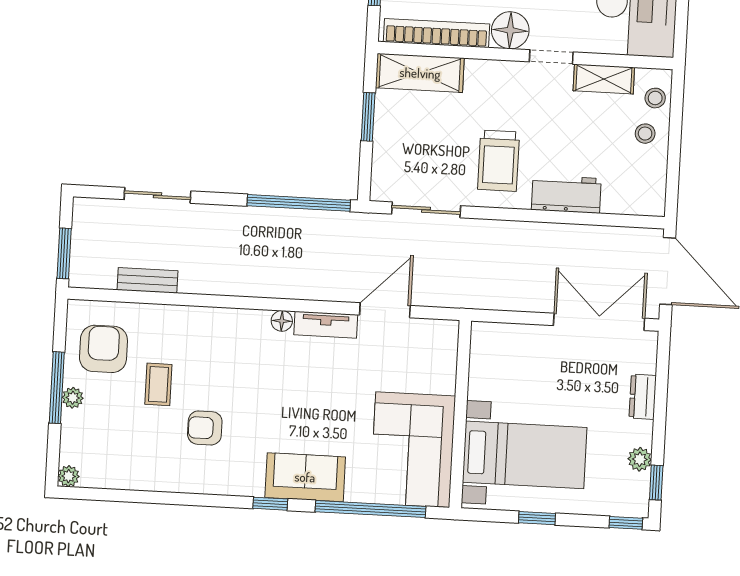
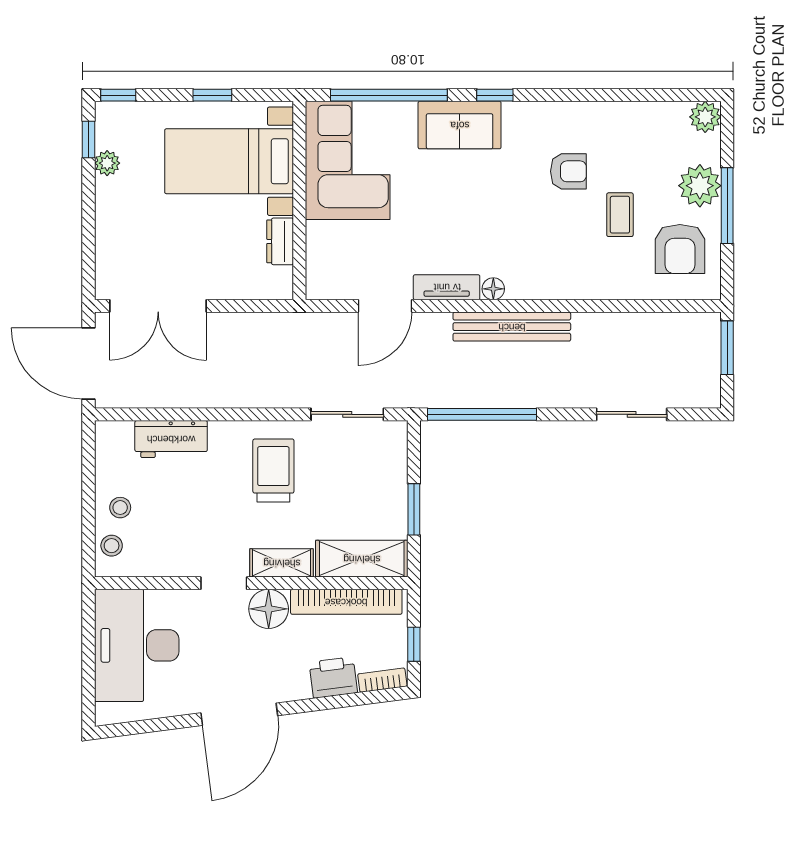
shelving: (604, 79) -> (282, 563), moved
workbench: (566, 194) -> (171, 439), moved
bench: (147, 280) -> (512, 327), moved, width x1.86, depth x1.21
dresser: (643, 397) -> (280, 241), moved, turned 180
plant: (73, 398) -> (700, 186), width x1.87, depth x1.87
plant: (69, 476) -> (705, 117), width x1.38, depth x1.38

